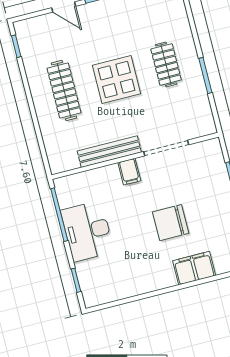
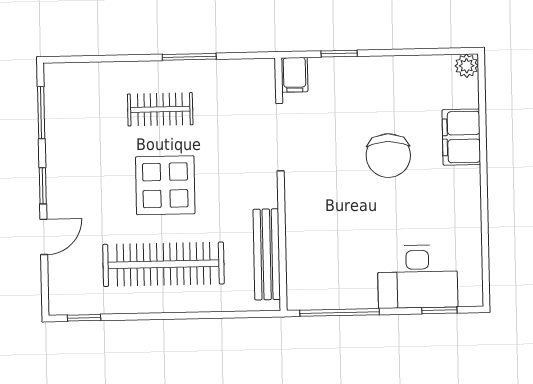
clothes rail: (64, 91) -> (163, 264), width x1.37, depth x1.31
bench: (109, 152) -> (267, 254), moved
filing cabinet: (129, 172) -> (295, 75), moved, turned 90
desk: (87, 231) -> (418, 277), moved

